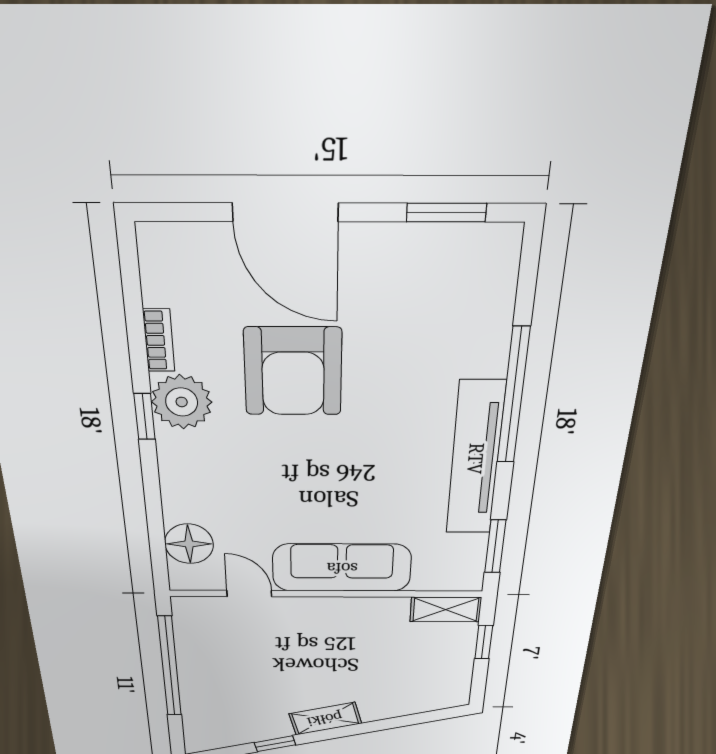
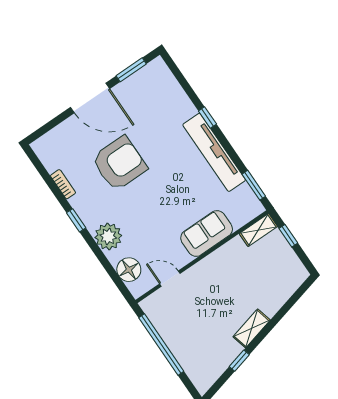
door: (285, 212) -> (90, 98), moved
armchair: (293, 372) -> (119, 163), turned -90
window: (513, 396) -> (207, 118), width x0.32
plant: (182, 402) -> (108, 236), moved
sofa: (342, 568) -> (207, 234), width x0.73

